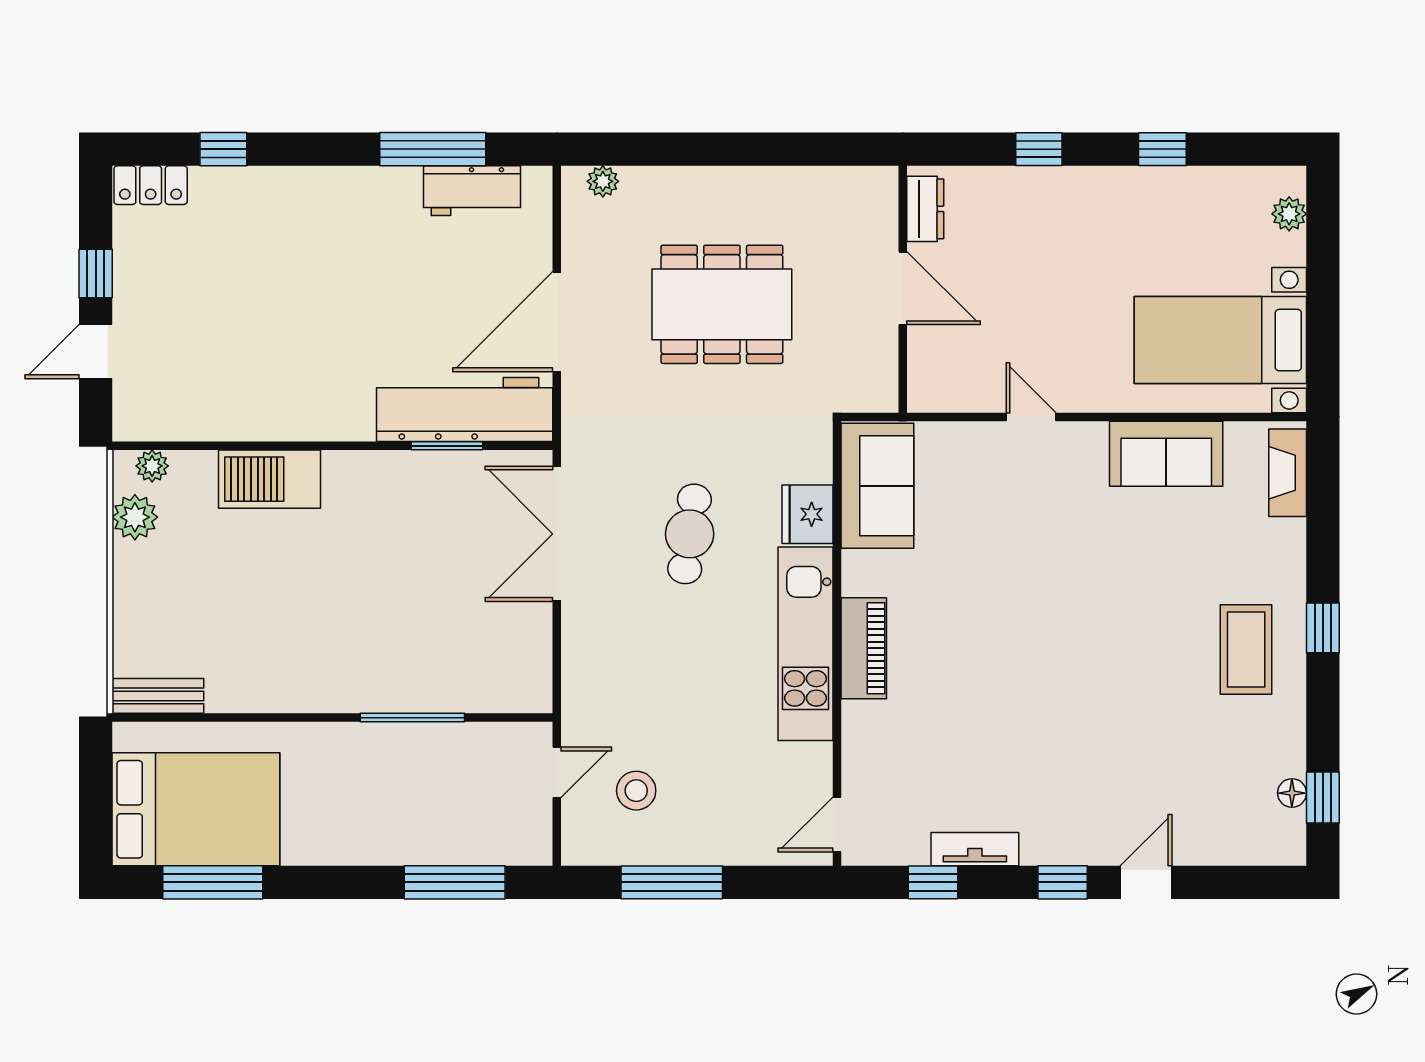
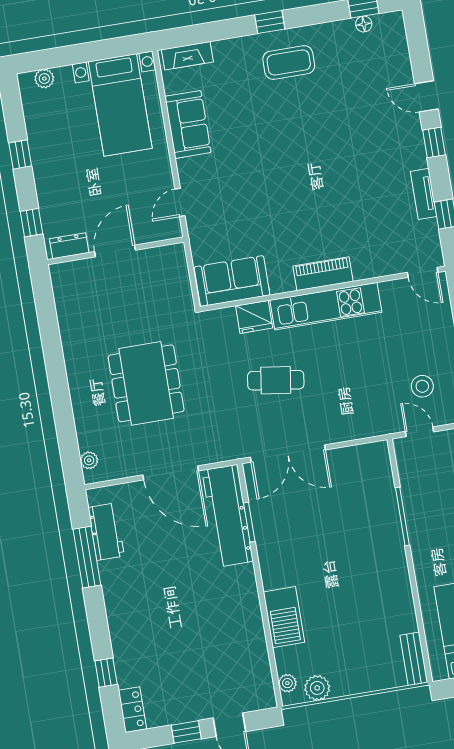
dresser: (925, 209) -> (69, 246), moved
door: (903, 288) -> (115, 251), moved
wall: (903, 289) -> (116, 251), moved

